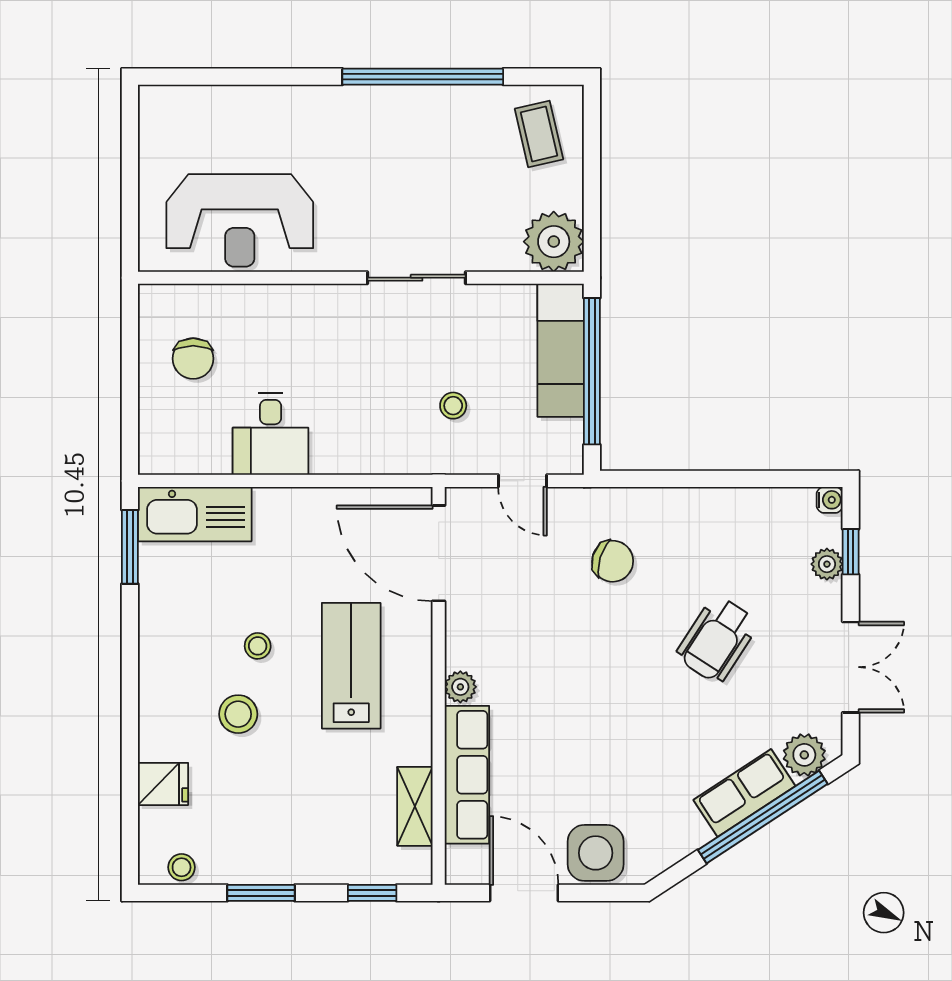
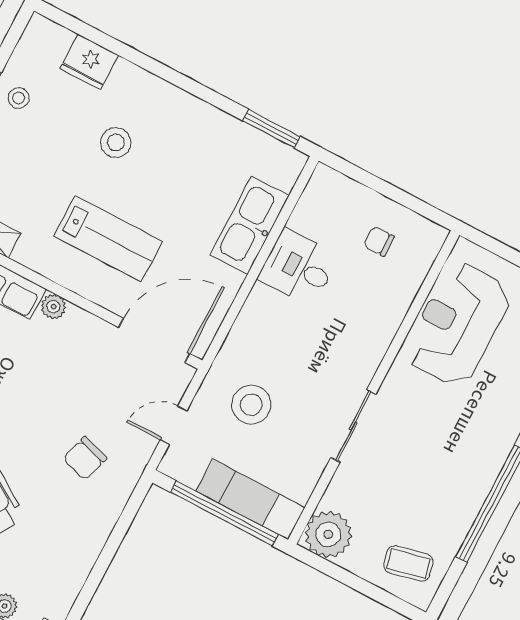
chair: (193, 359) -> (379, 241), width x0.73, depth x0.73
stool: (453, 406) -> (251, 405), width x1.89, depth x1.89
kitchen sink: (195, 514) -> (250, 225), moved
stool: (258, 646) -> (156, 181), removed
fridge: (163, 784) -> (89, 62), width x1.38
stool: (182, 867) -> (19, 98), moved

